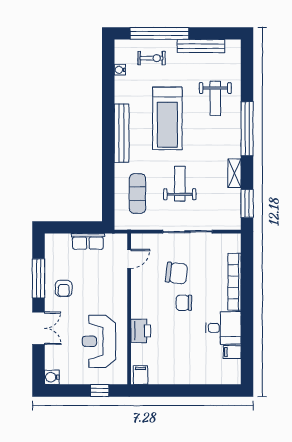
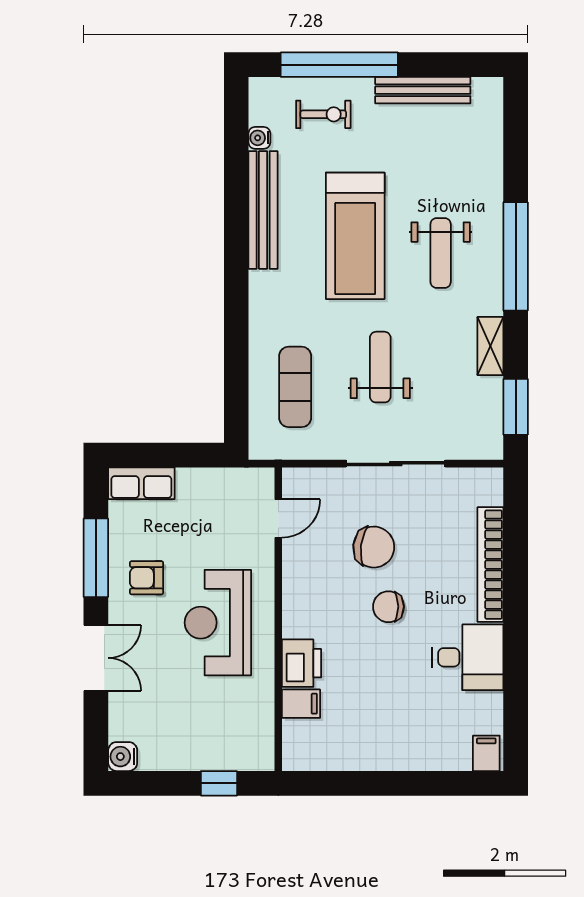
weight bench: (215, 98) -> (441, 253), moved
bench: (122, 133) -> (263, 210), moved
row of seats: (88, 241) -> (141, 483), moved
armchair: (64, 288) -> (146, 578), turned 90
reception desk: (99, 341) -> (218, 623), moved
filing cabinet: (232, 352) -> (486, 753), moved, turned 90
filing cabinet: (141, 375) -> (301, 704), moved, turned 90

